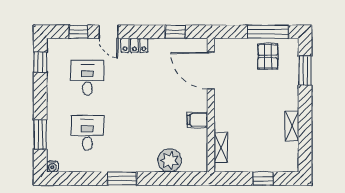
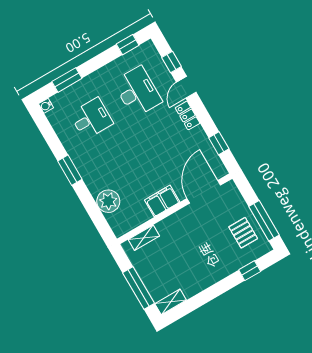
pallet: (268, 57) -> (243, 233), turned 90
window: (305, 70) -> (250, 271), width x0.67
desk: (87, 78) -> (137, 92), width x1.37
filing cabinet: (198, 120) -> (162, 201), width x2.00
shelving: (292, 126) -> (171, 302), moved
window: (263, 179) -> (138, 288), width x2.17

